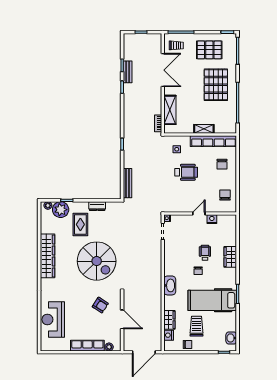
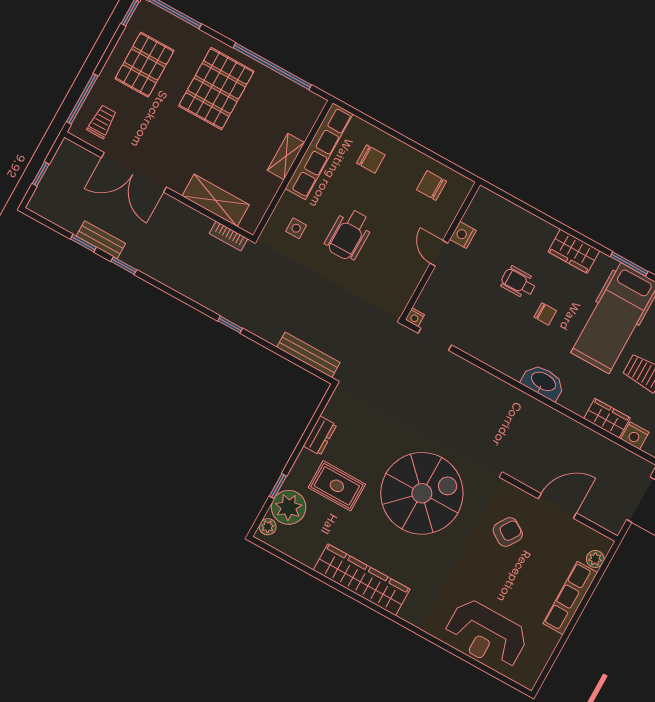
double door: (163, 70) -> (134, 172), swing flipped
pallet: (216, 85) -> (216, 89), turned 90
wheelchair: (186, 172) -> (349, 235), turned 180
wardrobe: (230, 257) -> (574, 251), moved

